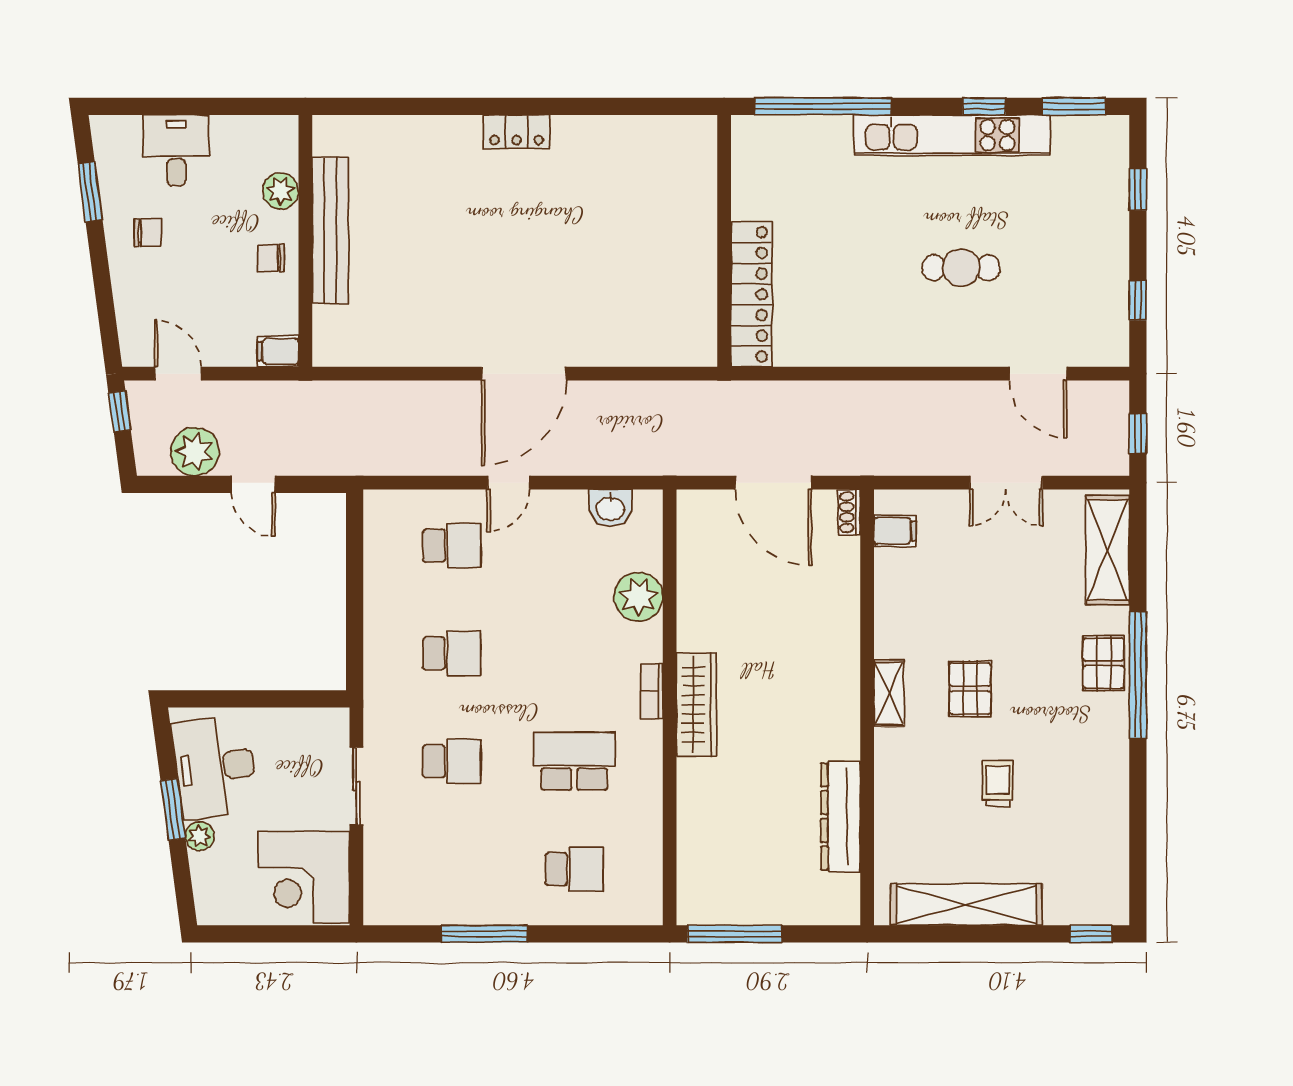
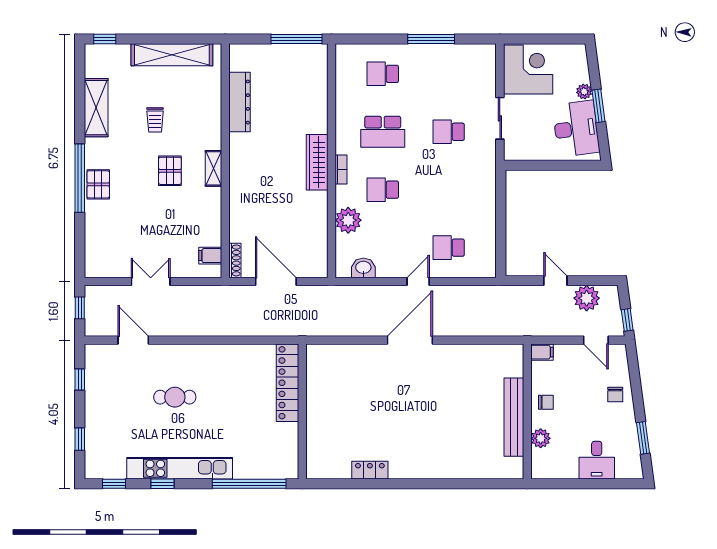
window: (1074, 106) -> (114, 484), width x0.67
locker: (517, 132) -> (370, 470), moved
chair: (148, 233) -> (615, 395), moved, turned -90
shoe rack: (849, 512) -> (235, 260), width x1.43
shelving: (1108, 550) -> (96, 108), moved
school desk: (452, 653) -> (383, 190), moved

